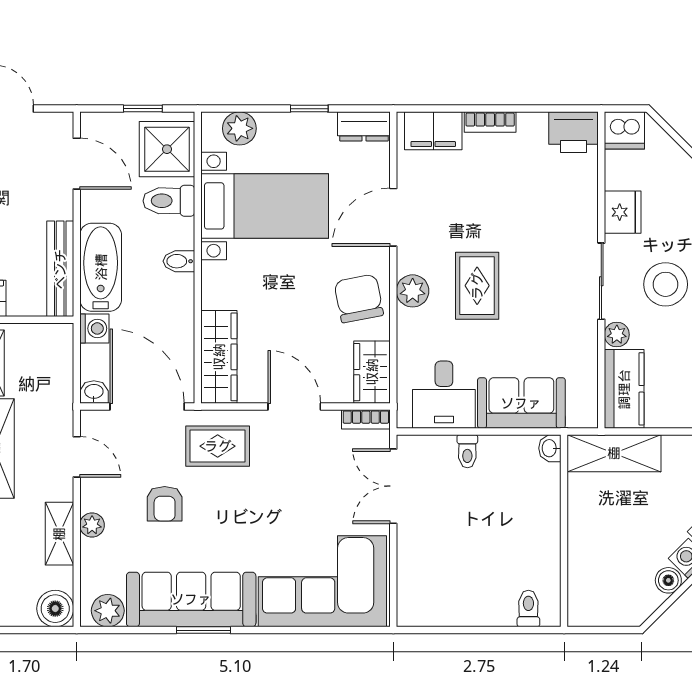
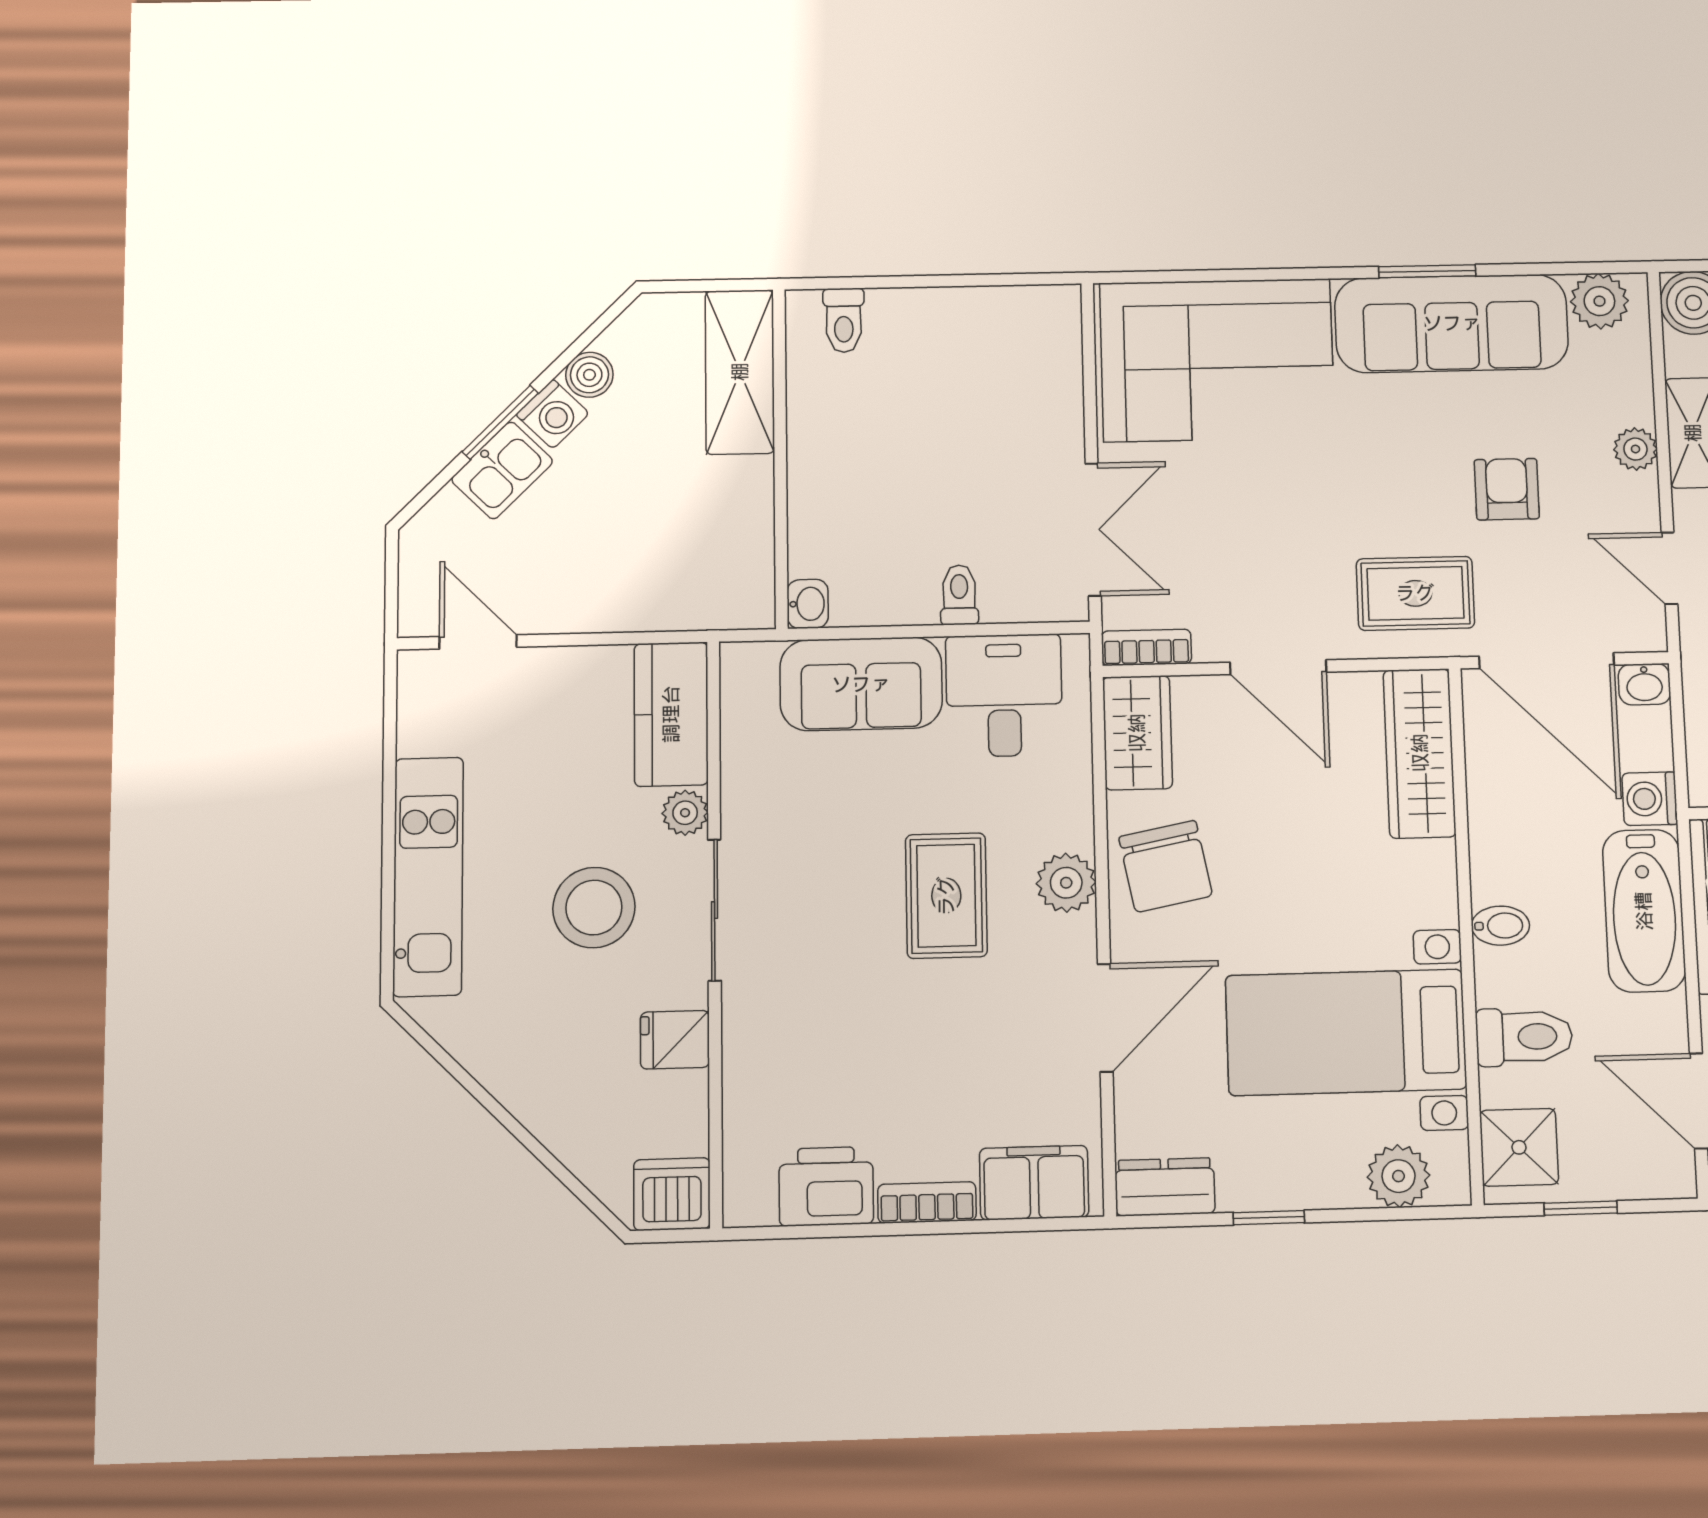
printer: (573, 132) -> (826, 1186), moved
shower: (167, 149) -> (1519, 1147), width x0.73, depth x0.73
fridge: (623, 212) -> (675, 1040), width x0.72
shelving: (614, 453) -> (740, 372), moved, turned 90

